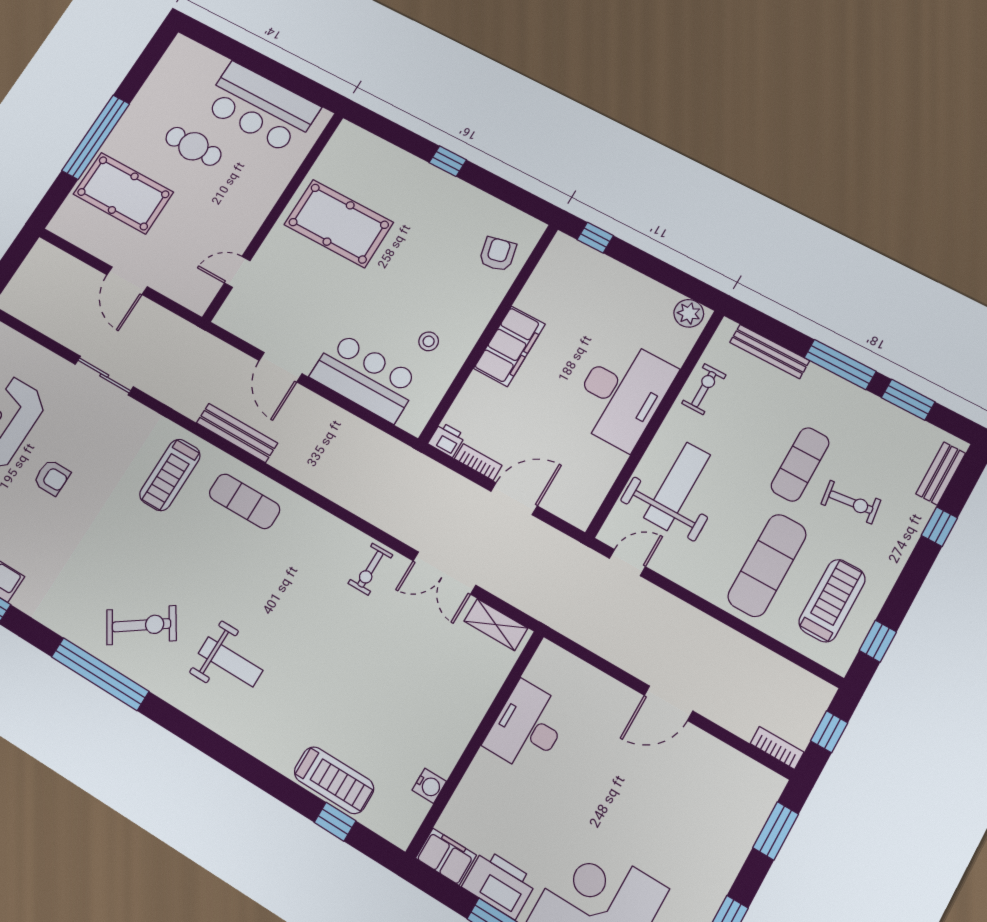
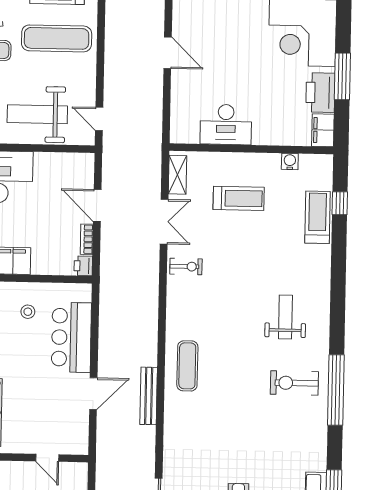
treadmill: (170, 475) -> (239, 198), moved
exercise bike: (141, 625) -> (294, 383), turned -56

